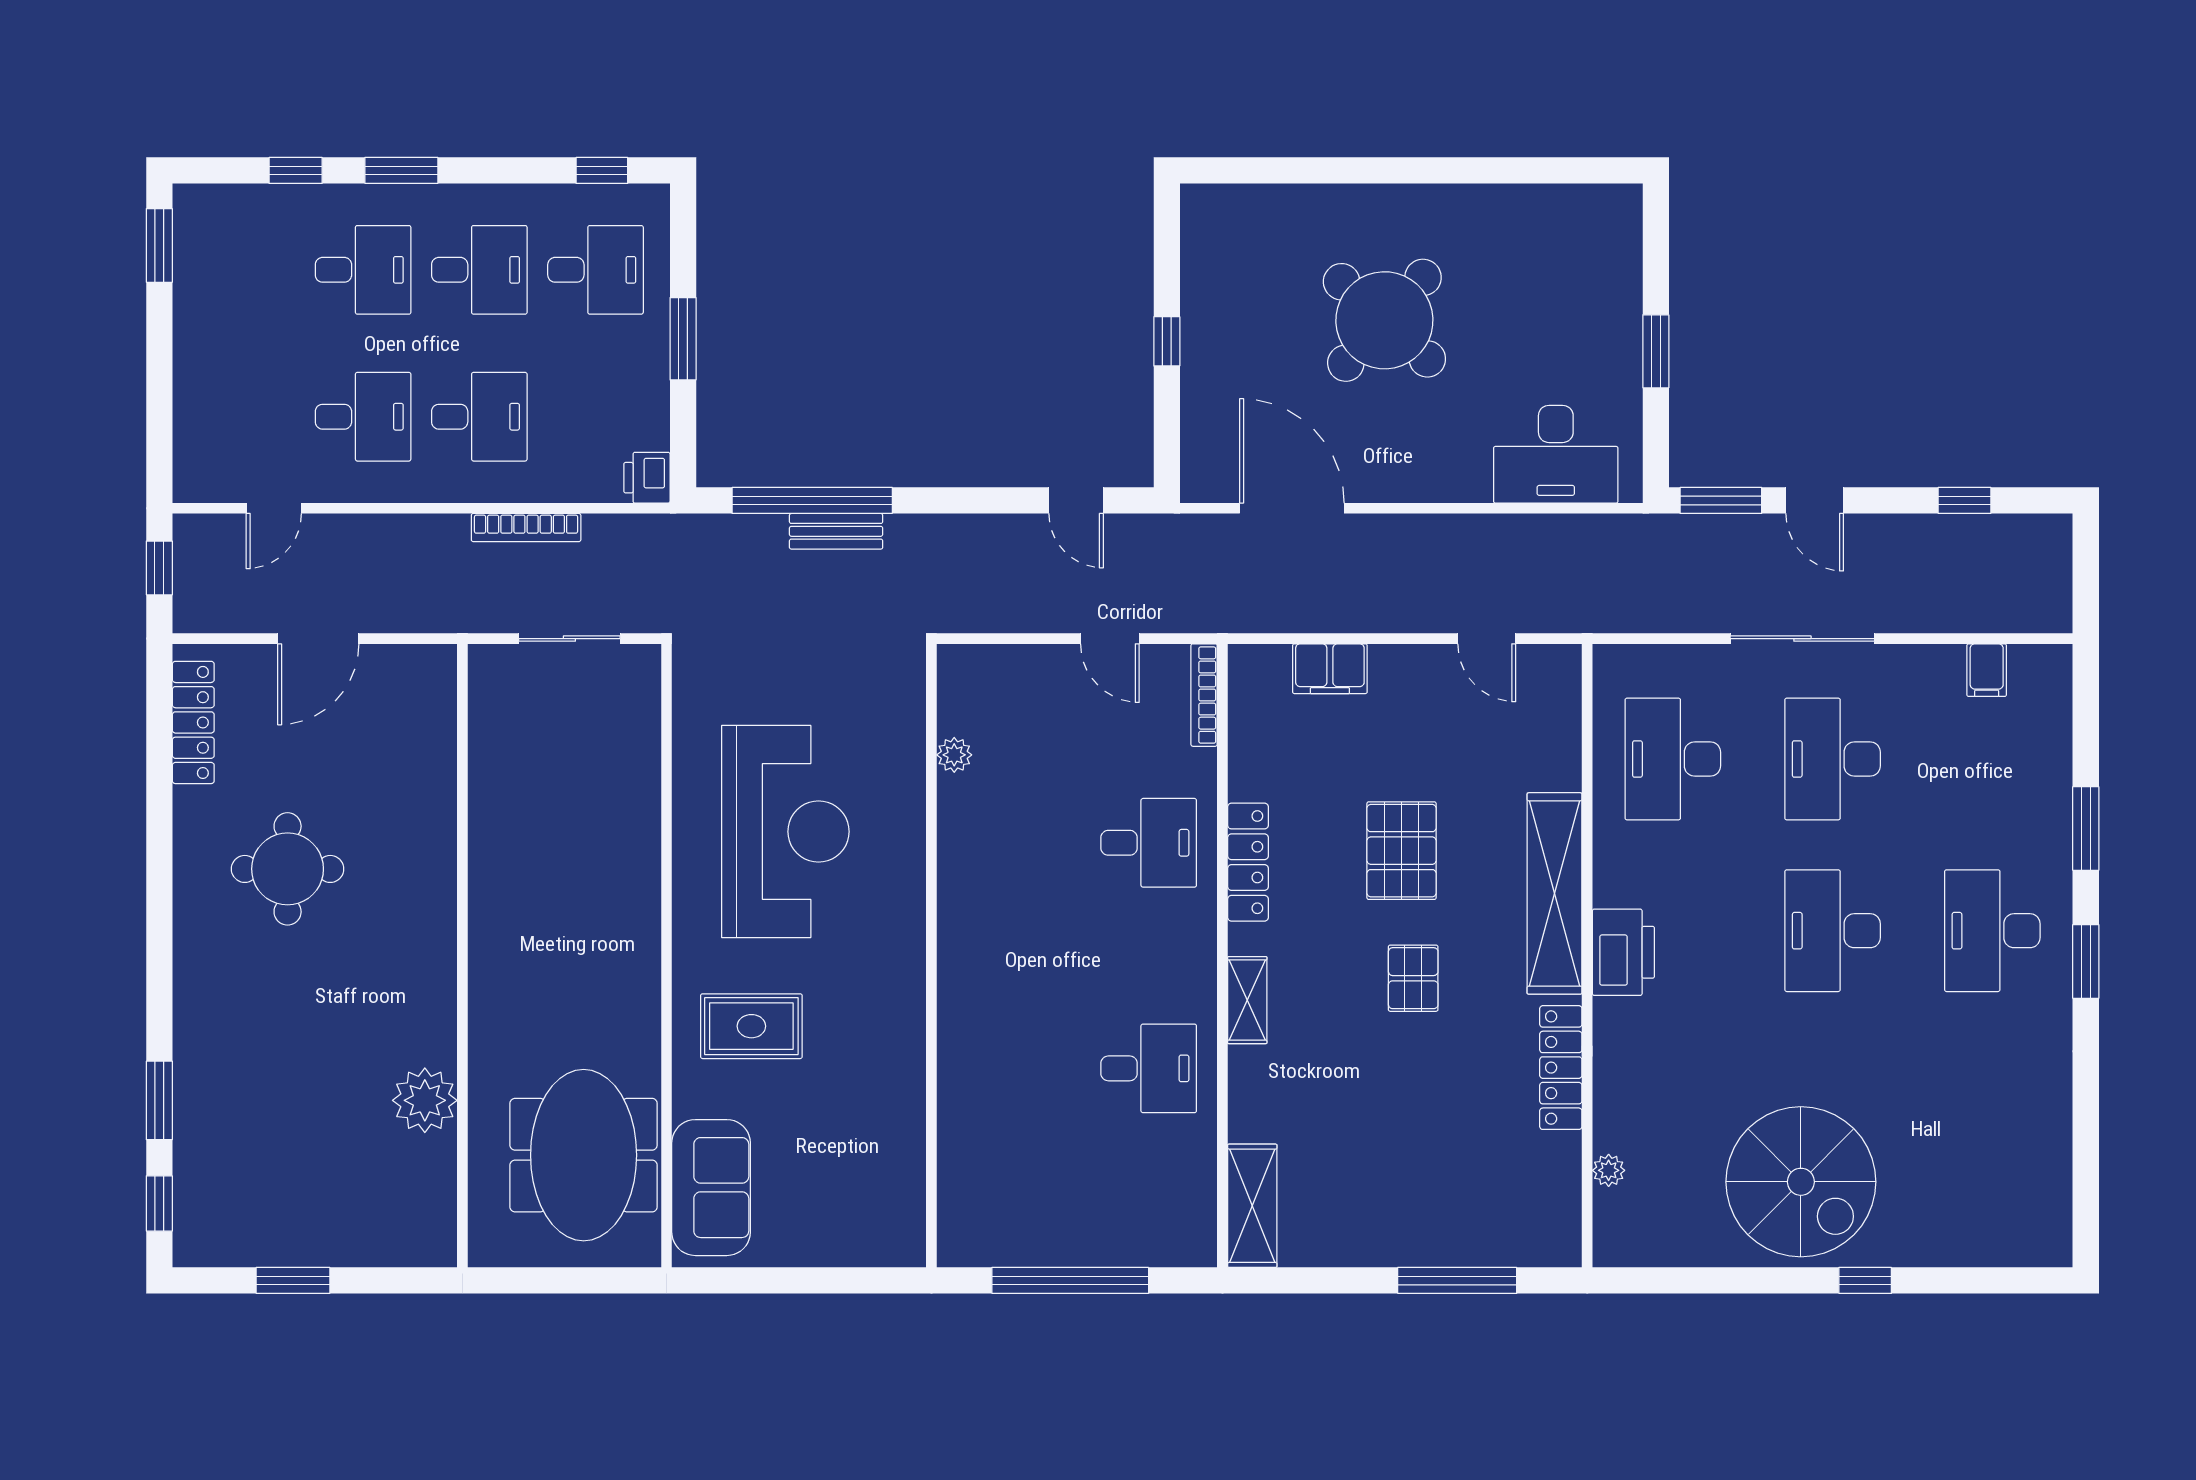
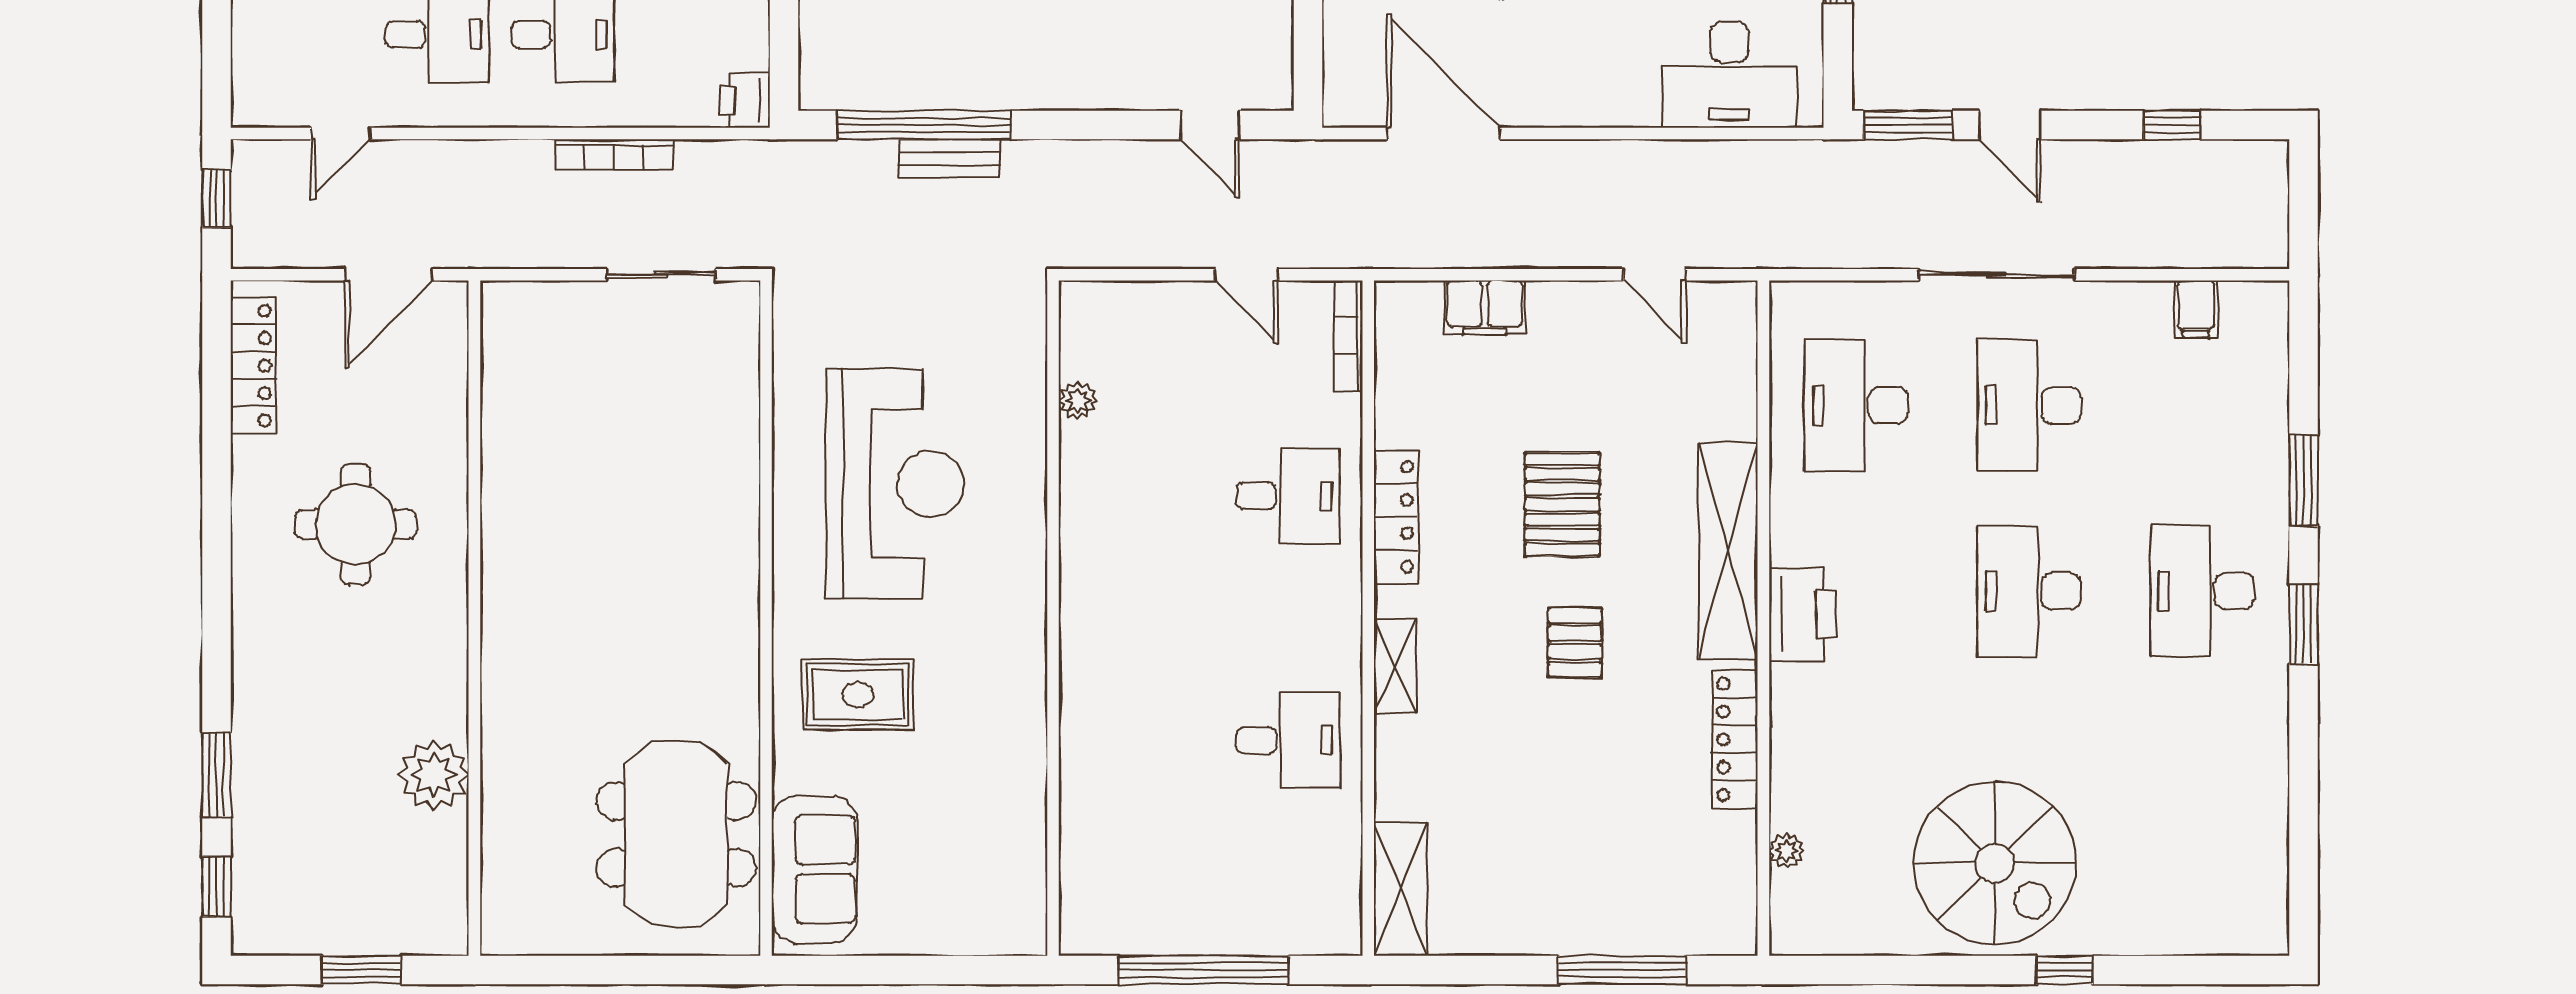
wall: (462, 956) -> (474, 618), moved
plant: (425, 1100) -> (434, 775), moved

